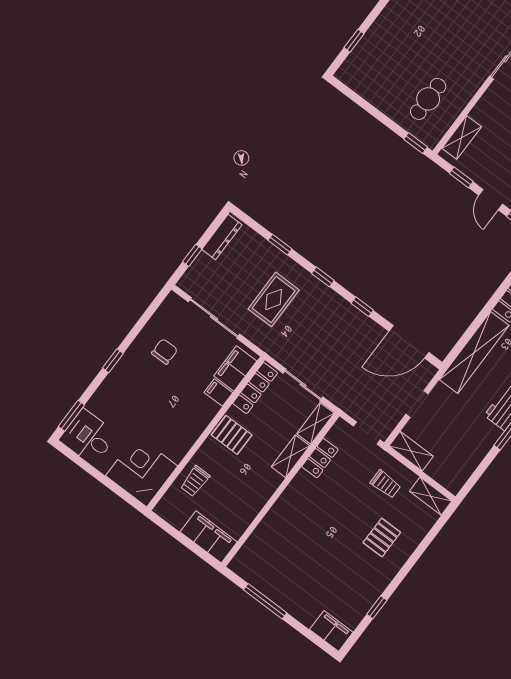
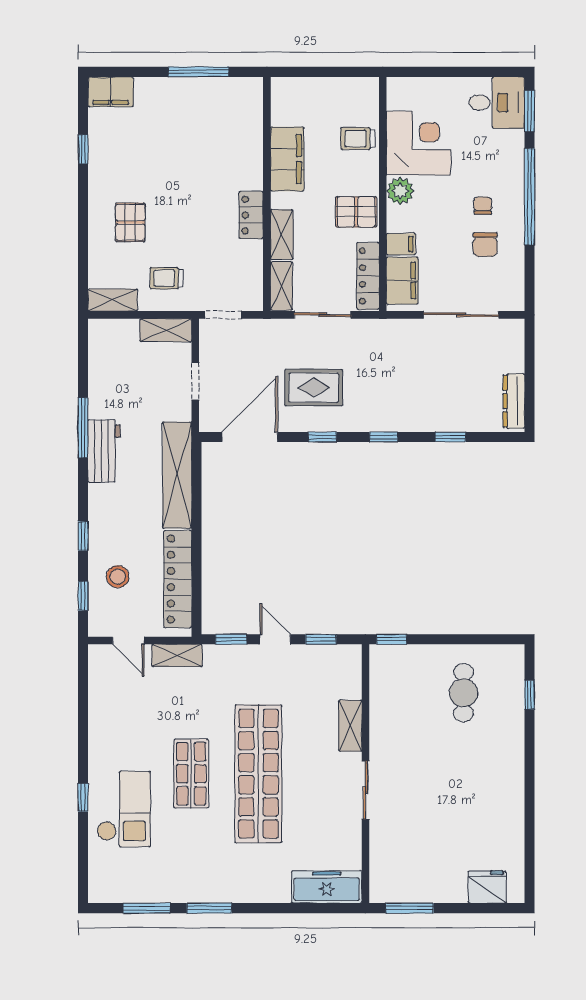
cafe table: (428, 99) -> (463, 693), moved
shelving: (462, 137) -> (350, 726), moved
window: (192, 255) -> (530, 361), removed
rug: (274, 299) -> (314, 388), moved, turned 90
window: (113, 361) -> (530, 197), width x3.17
chair: (147, 378) -> (483, 206), added
plant: (193, 427) -> (400, 191), added
locker: (320, 458) -> (251, 215), moved
corner desk: (142, 471) -> (419, 143), moved, turned -90
trolley: (195, 481) -> (358, 139), turned -90
filing cabinet: (209, 537) -> (287, 159), moved, turned -90

